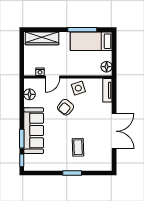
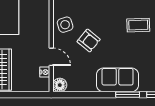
floor lamp: (30, 94) -> (60, 85), moved
sofa: (34, 131) -> (118, 80), width x0.73

